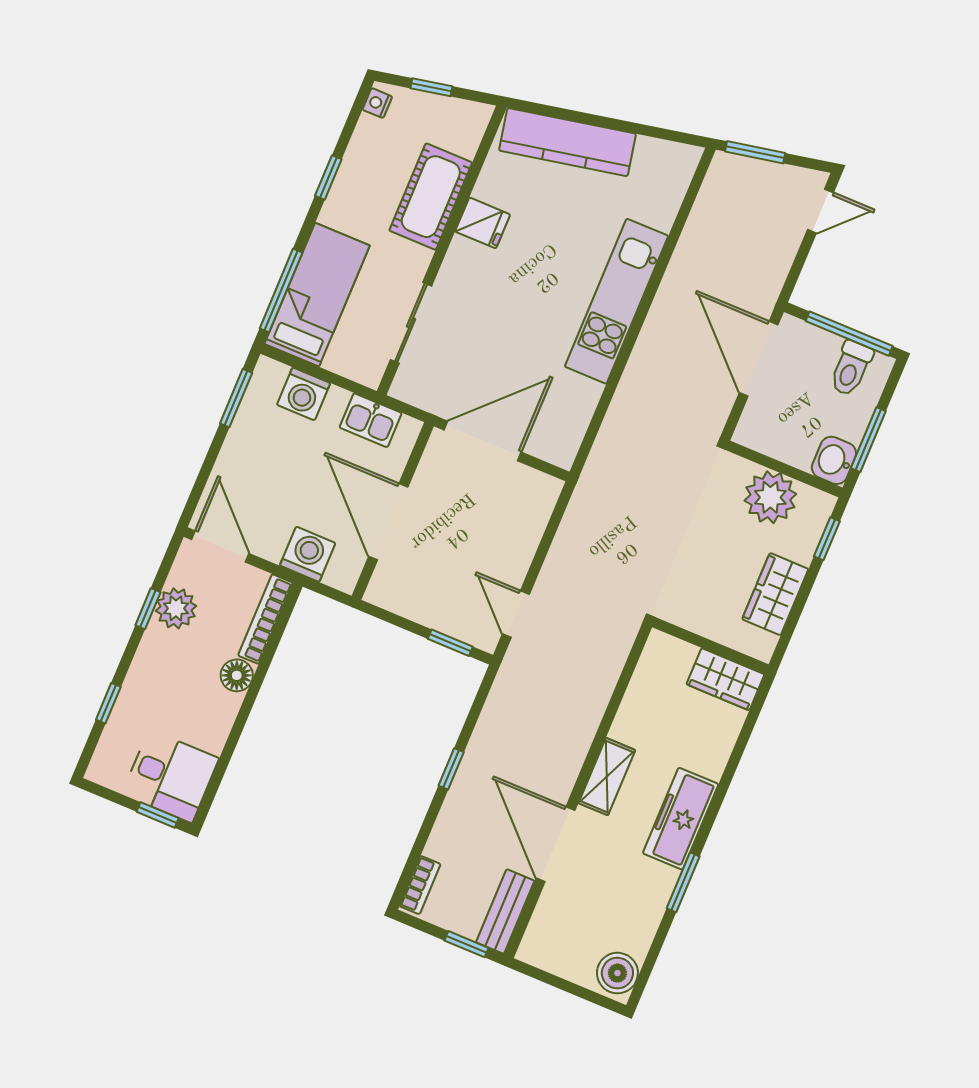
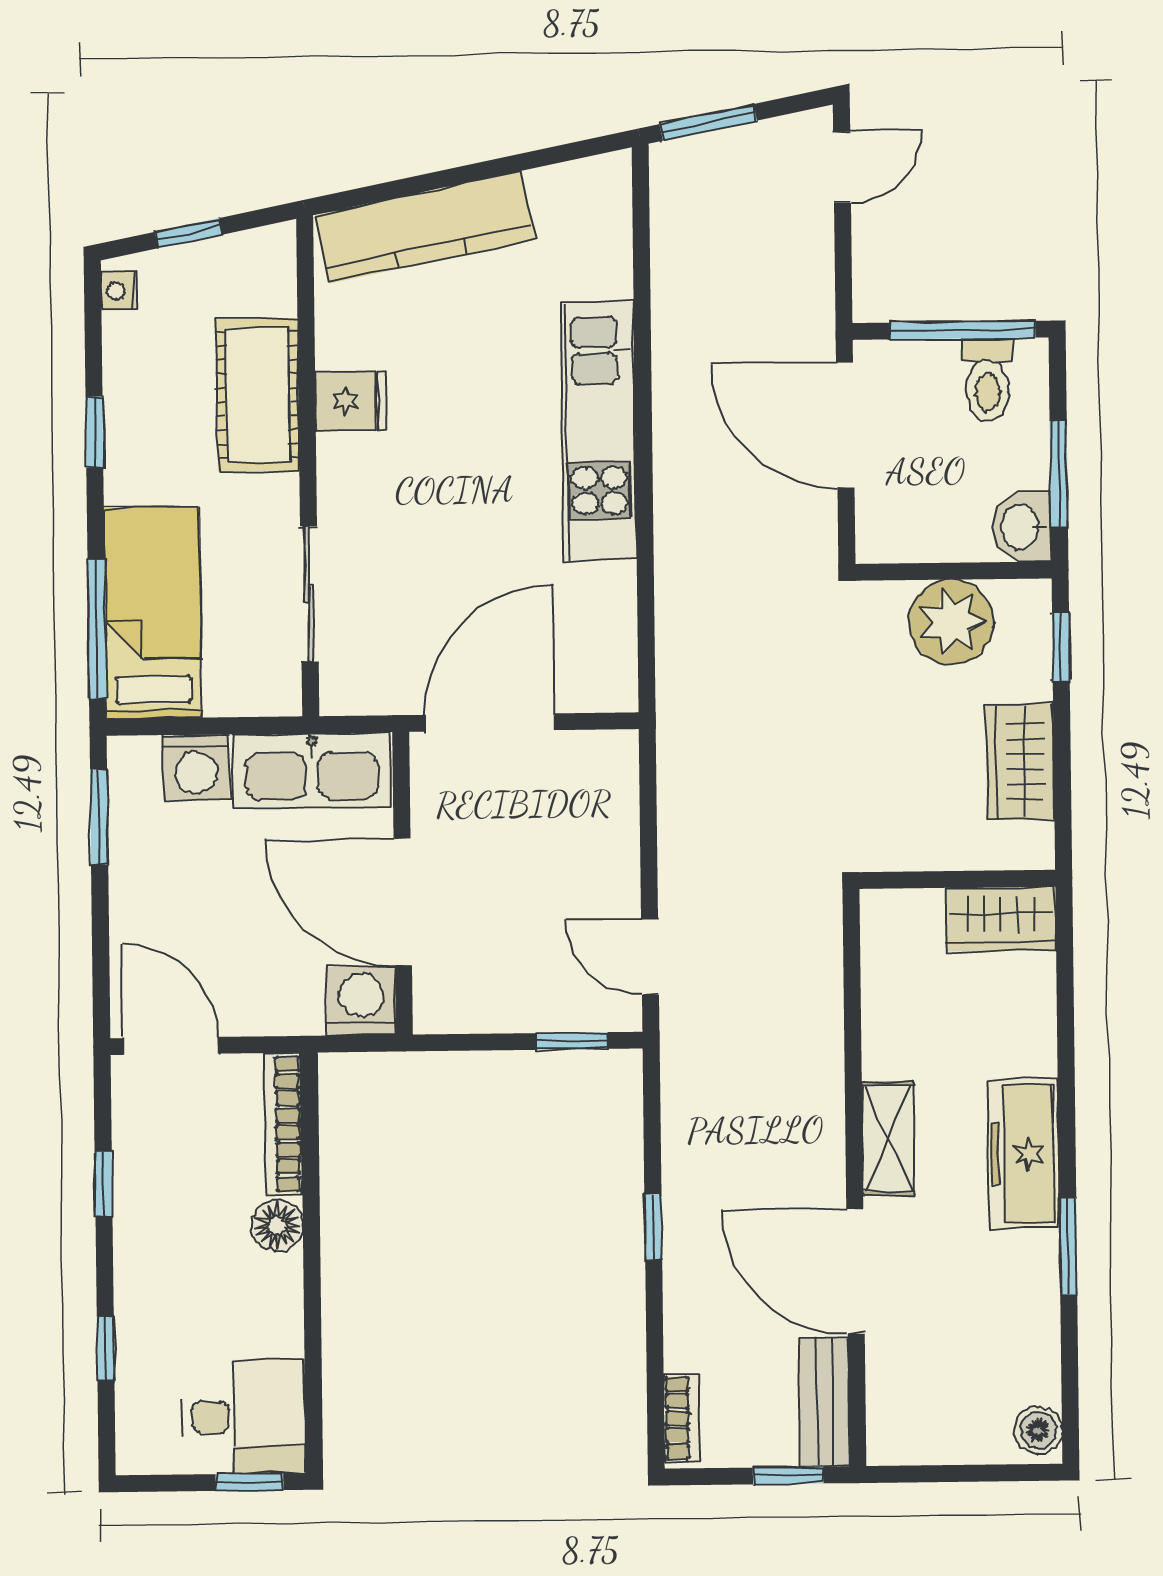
kitchen sink: (371, 420) -> (312, 771), width x1.87, depth x1.24
washing machine: (308, 554) -> (361, 1001), moved
plant: (176, 608) -> (145, 1166), removed
boiler: (617, 973) -> (1038, 1430), width x0.73, depth x0.73

